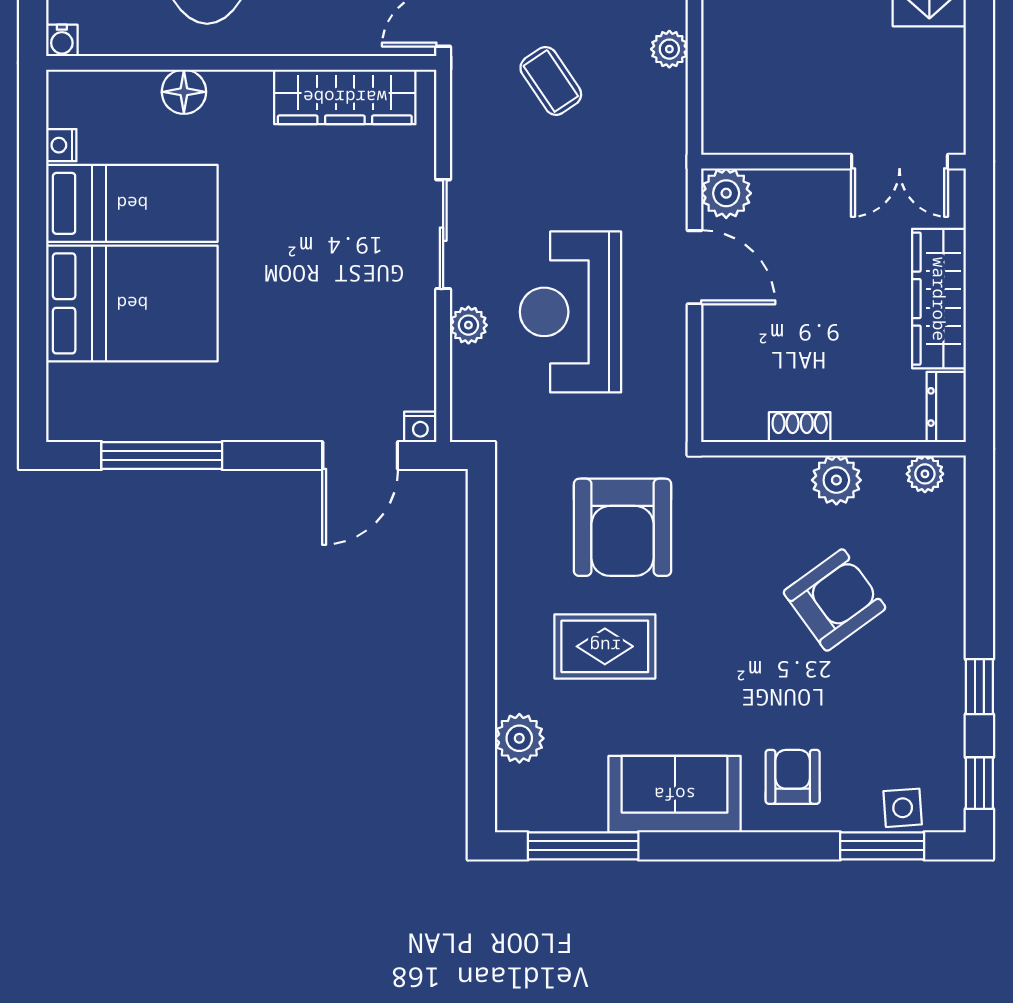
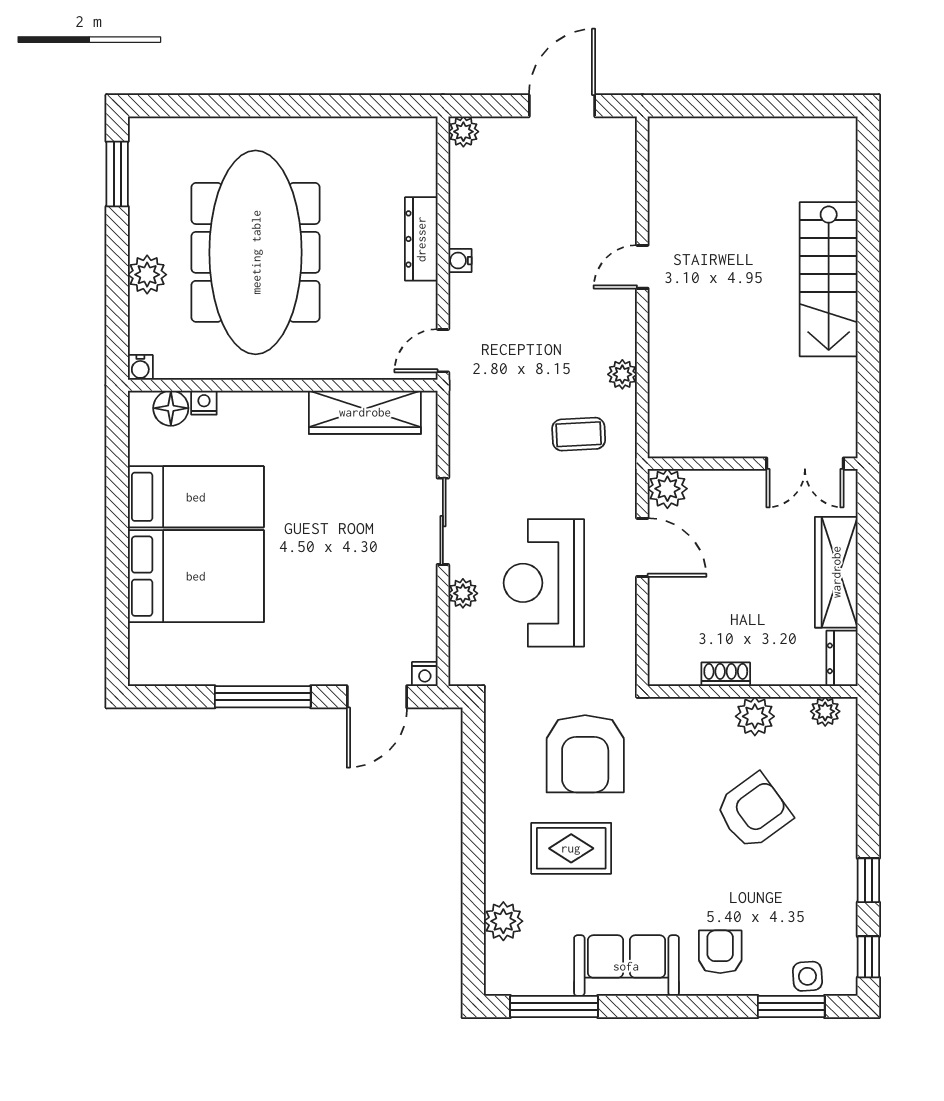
coffee table: (551, 81) -> (579, 434), moved, turned -59
floor lamp: (184, 92) -> (171, 408), moved
nightstand: (61, 145) -> (204, 403), moved, turned 90
window: (162, 455) -> (263, 697), moved

